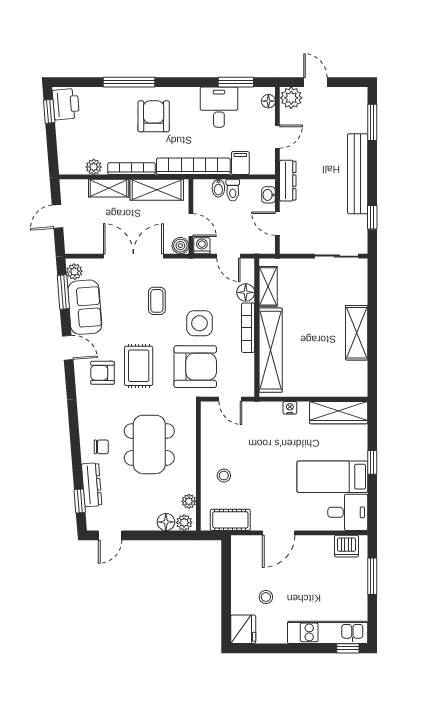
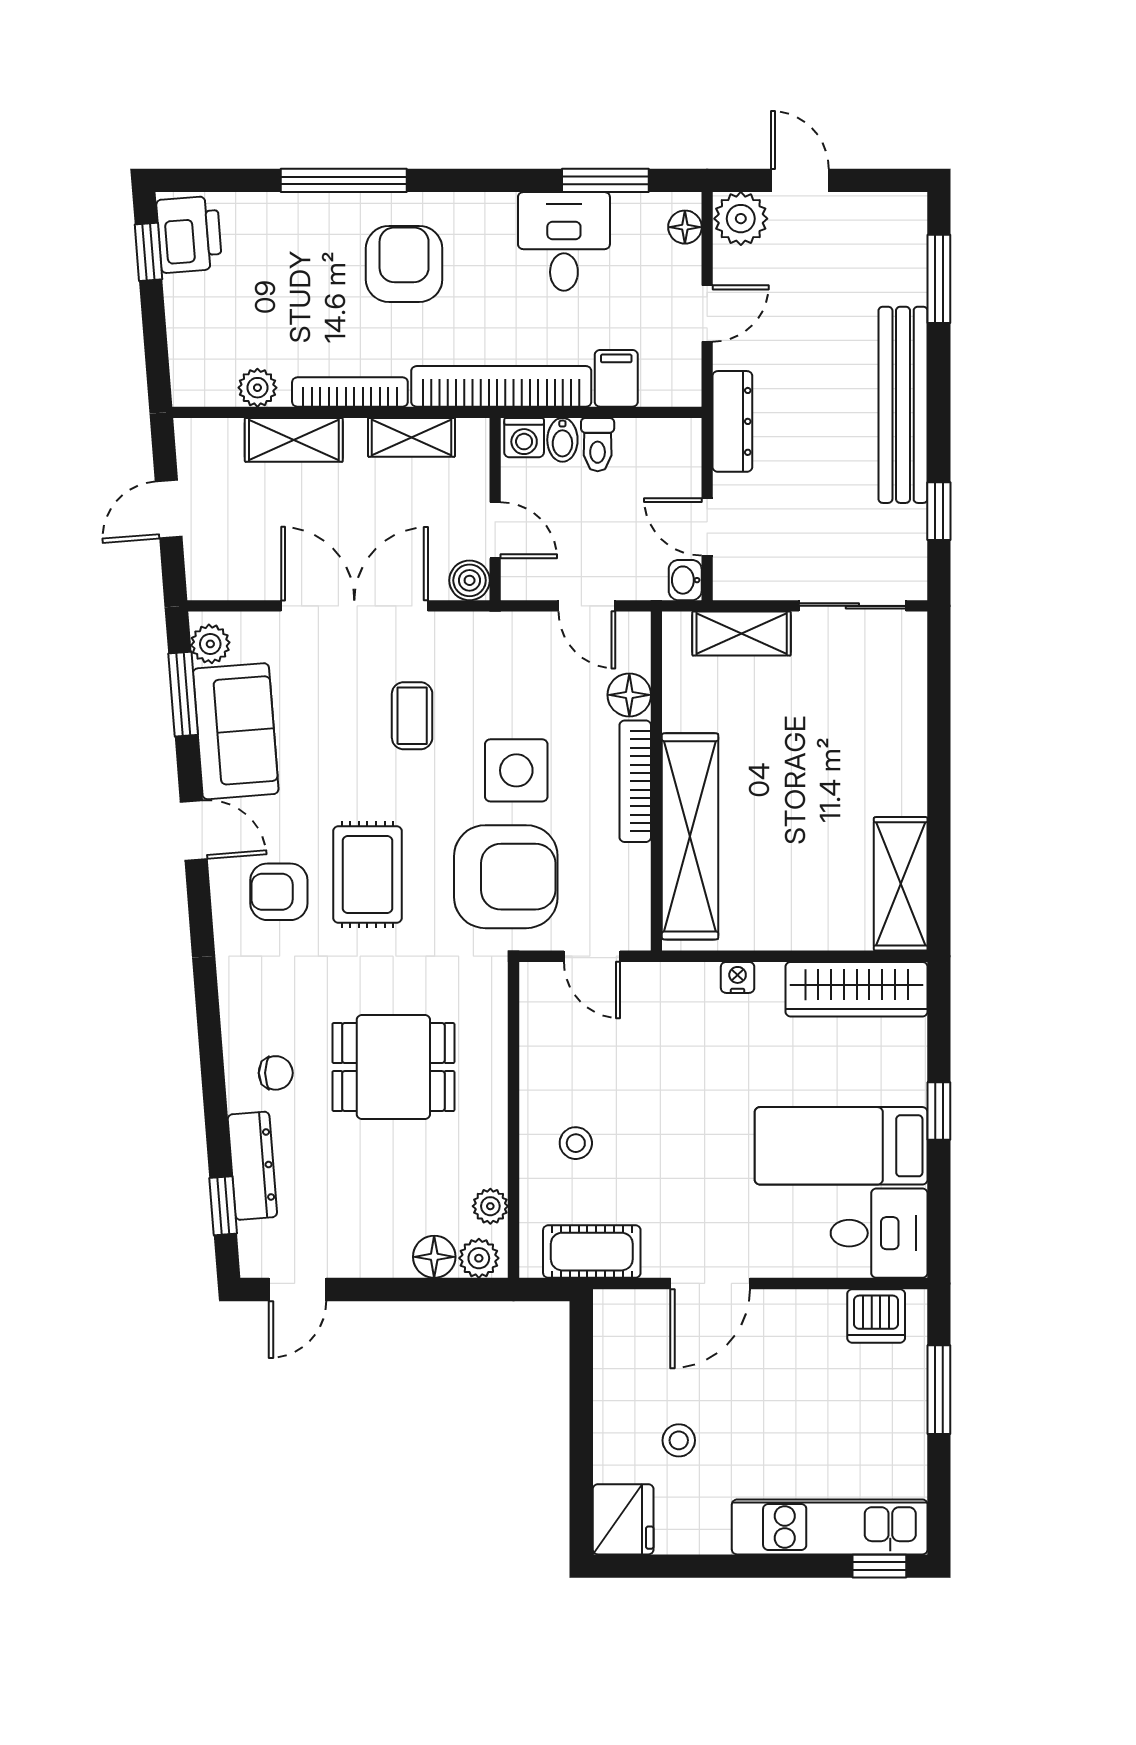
shelving: (157, 190) -> (412, 437), width x0.67, depth x0.75
washbasin: (269, 195) -> (685, 580), moved
washing machine: (202, 246) -> (524, 438), moved, turned 180
shelving: (268, 286) -> (742, 634), moved, turned 90
shelving: (357, 333) -> (901, 884), moved
dining table: (149, 444) -> (393, 1067), width x0.73

